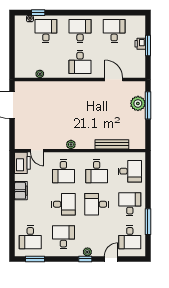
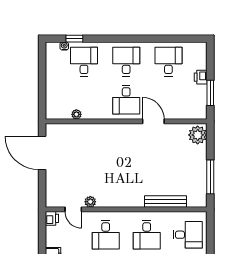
window: (148, 45) -> (210, 93), moved
door: (114, 79) -> (153, 121), moved
plant: (138, 103) -> (198, 135), moved
window: (148, 105) -> (210, 177), moved
plant: (71, 145) -> (90, 202), moved
printer: (22, 163) -> (52, 218), width x0.53, depth x0.68

